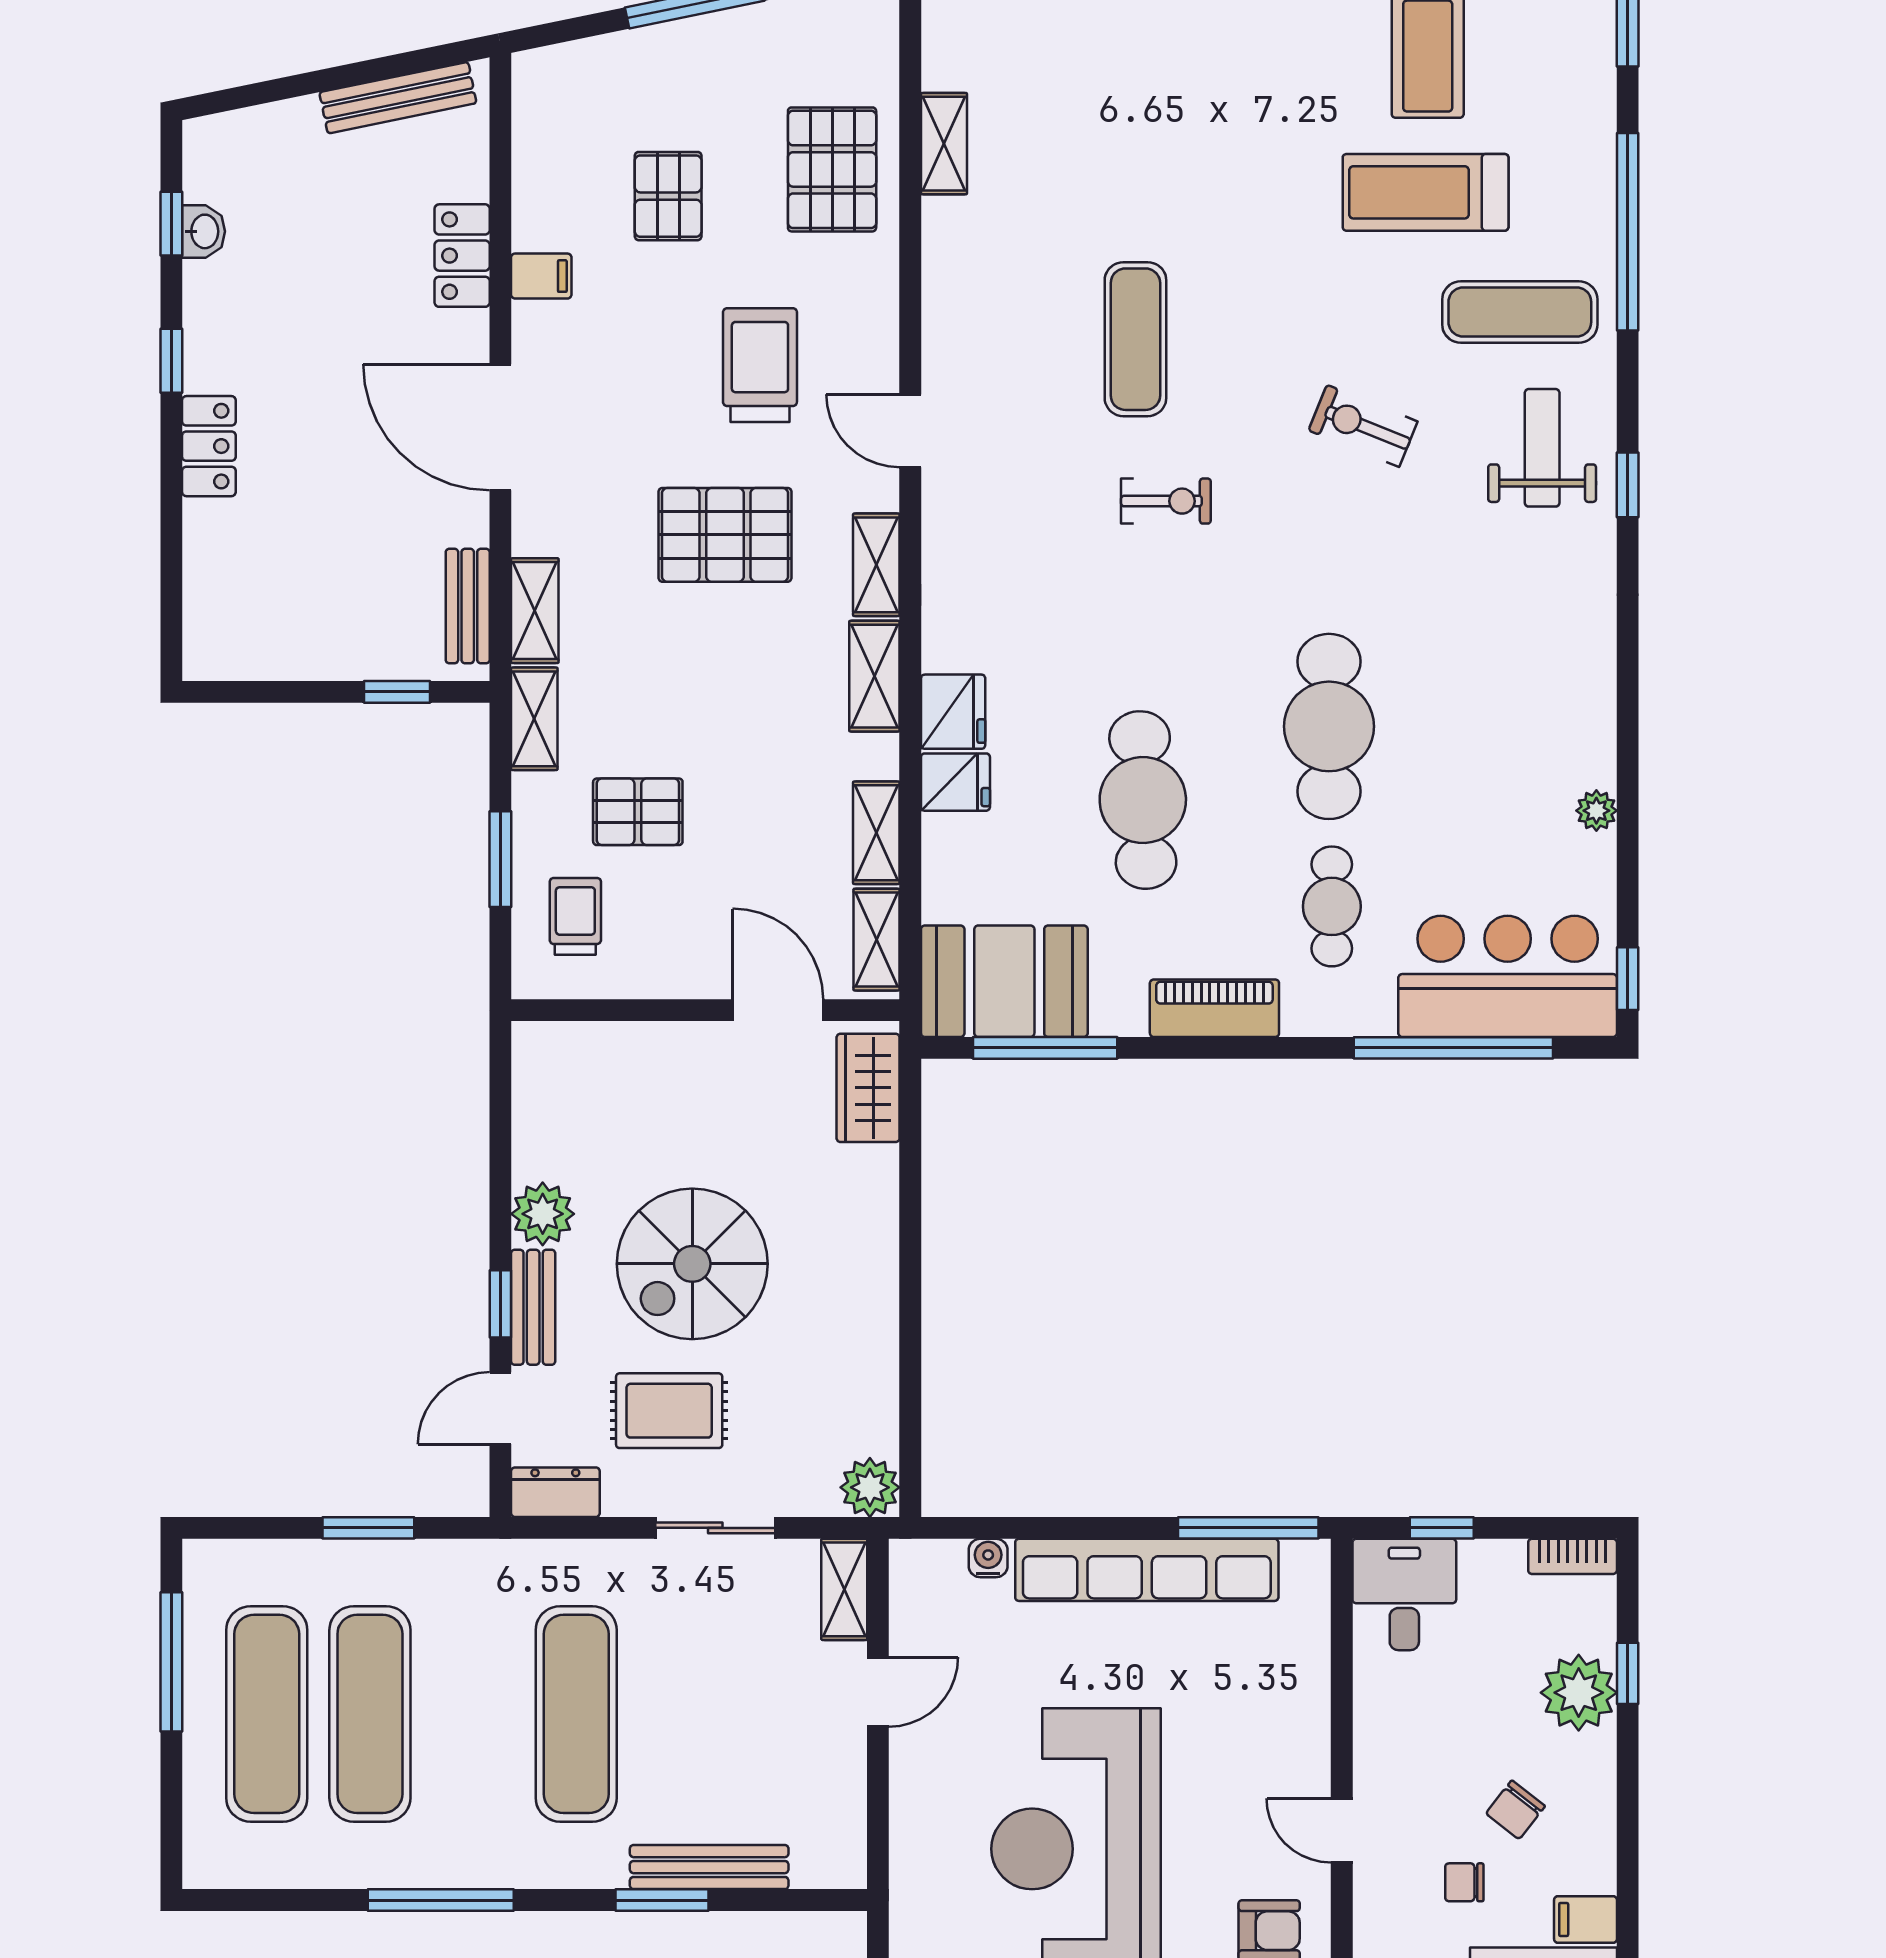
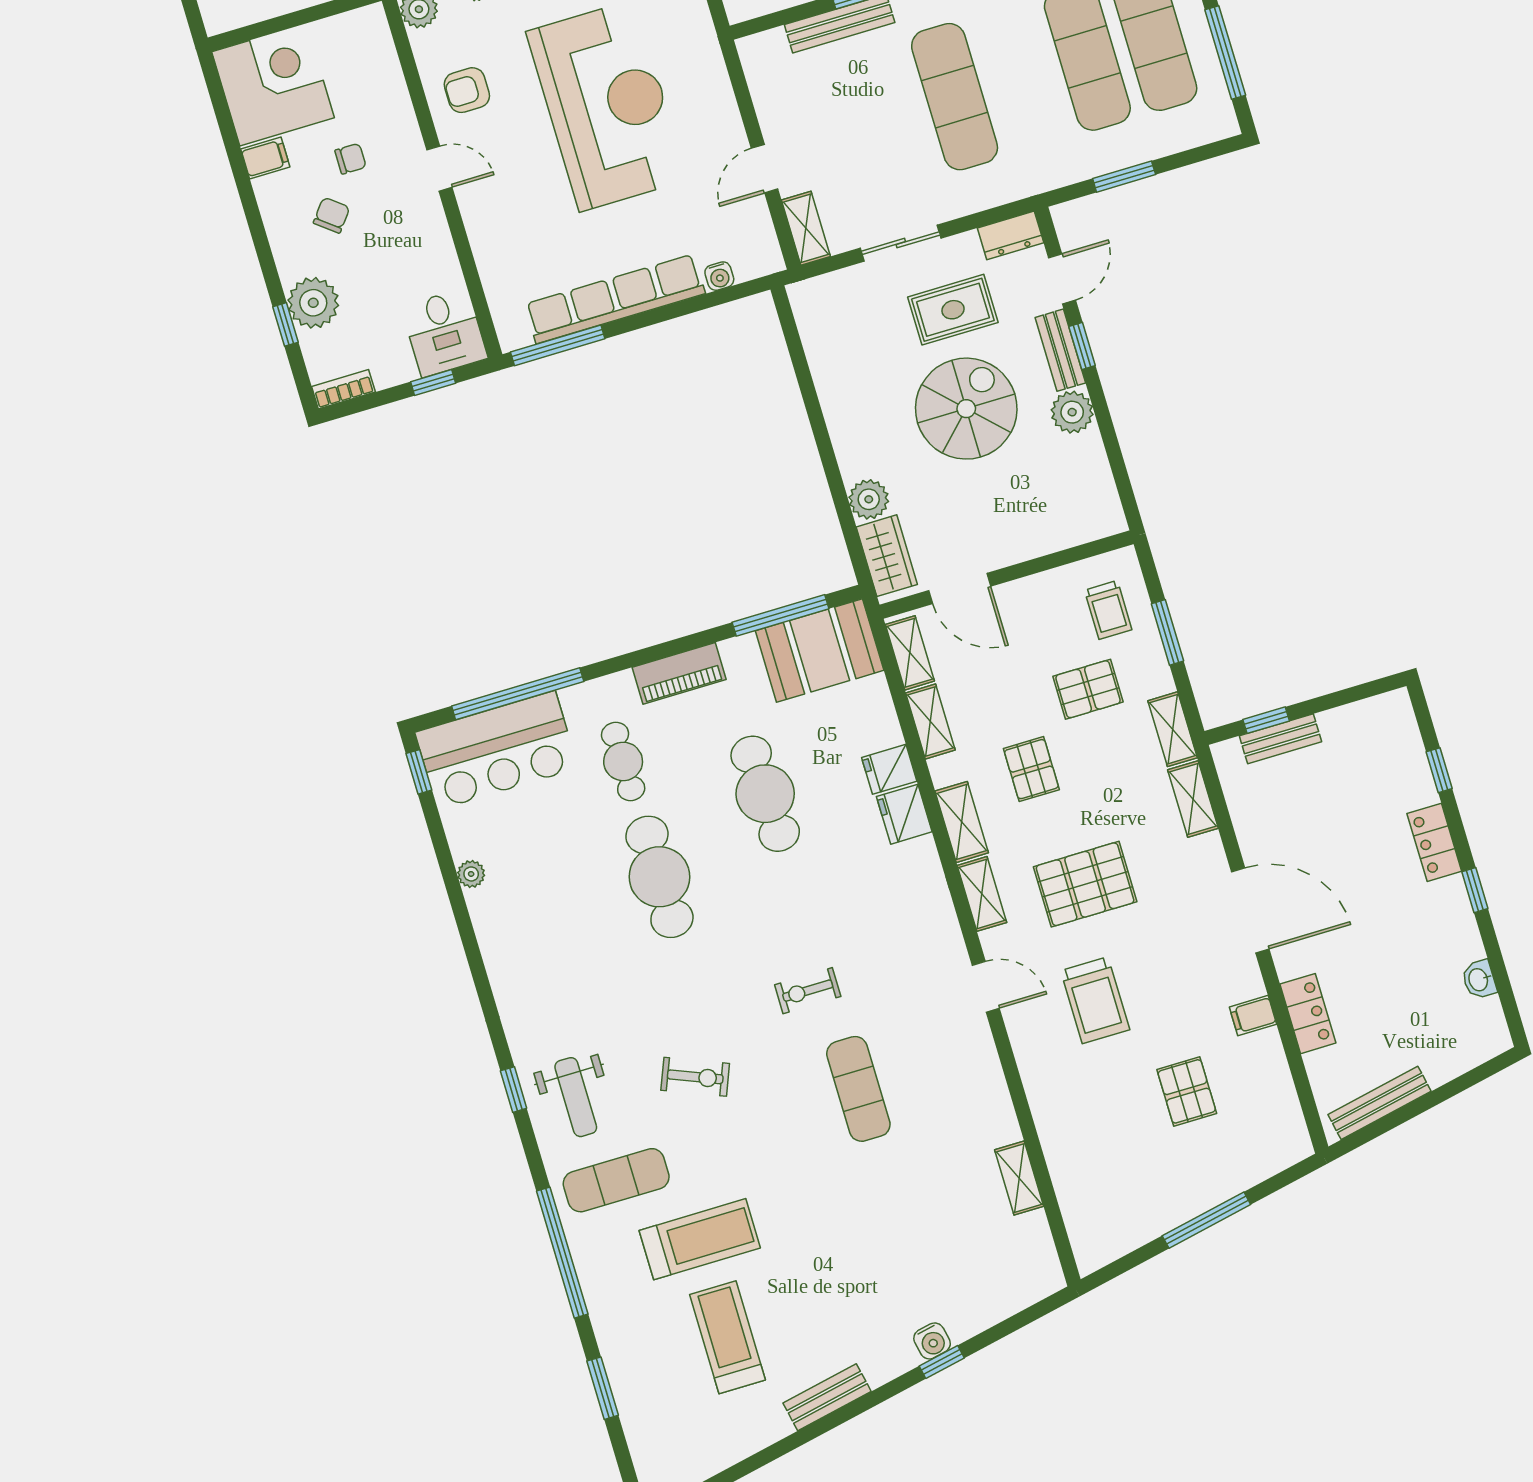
pallet: (832, 169) -> (1031, 769), moved, width x0.67, depth x0.71
window: (171, 224) -> (1439, 770), moved
bench: (468, 606) -> (1280, 739), moved, turned 90
plant: (870, 1487) -> (869, 499), moved

